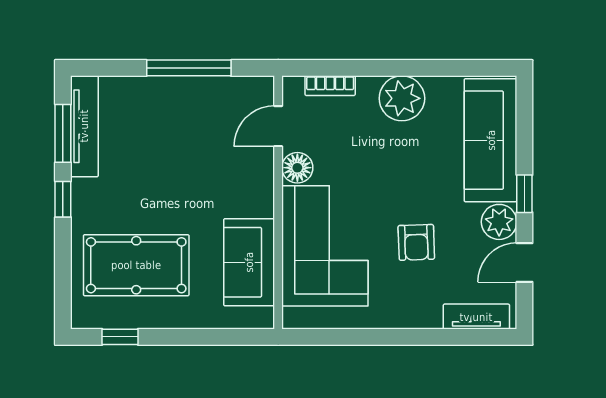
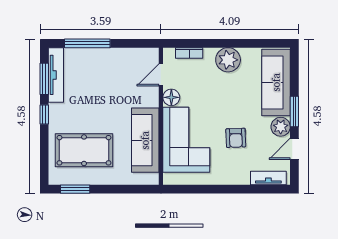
window: (189, 68) -> (87, 43), moved
window: (524, 194) -> (294, 111), width x1.50
sofa: (249, 262) -> (145, 140), width x1.36
window: (120, 337) -> (75, 189), width x1.50

